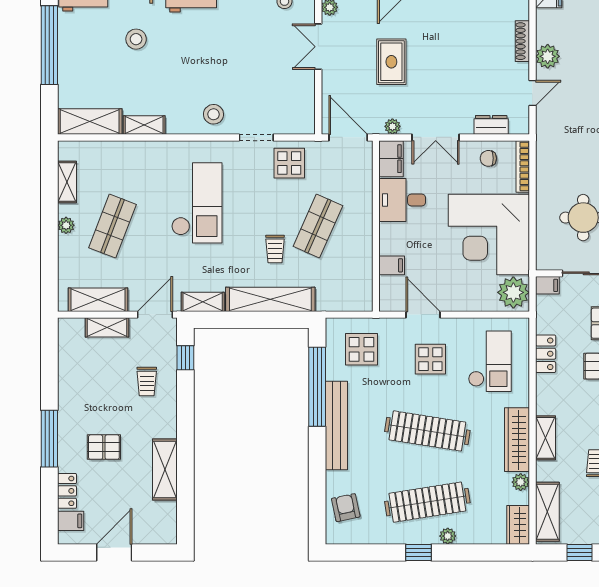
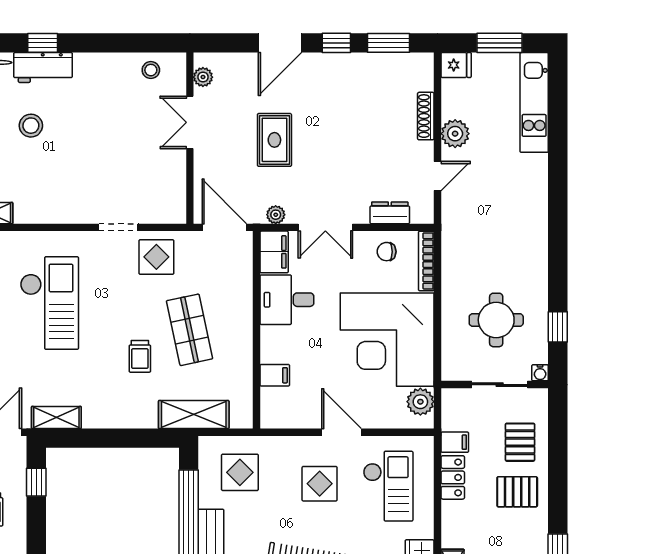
stool: (214, 114) -> (31, 126), moved
shop shelf: (318, 226) -> (190, 330), turned -36
filing cabinet: (547, 285) -> (455, 442), moved
plant: (513, 292) -> (420, 402), width x0.73, depth x0.73
shelving: (270, 299) -> (194, 415), moved, width x0.68
door: (423, 315) -> (342, 432), moved

